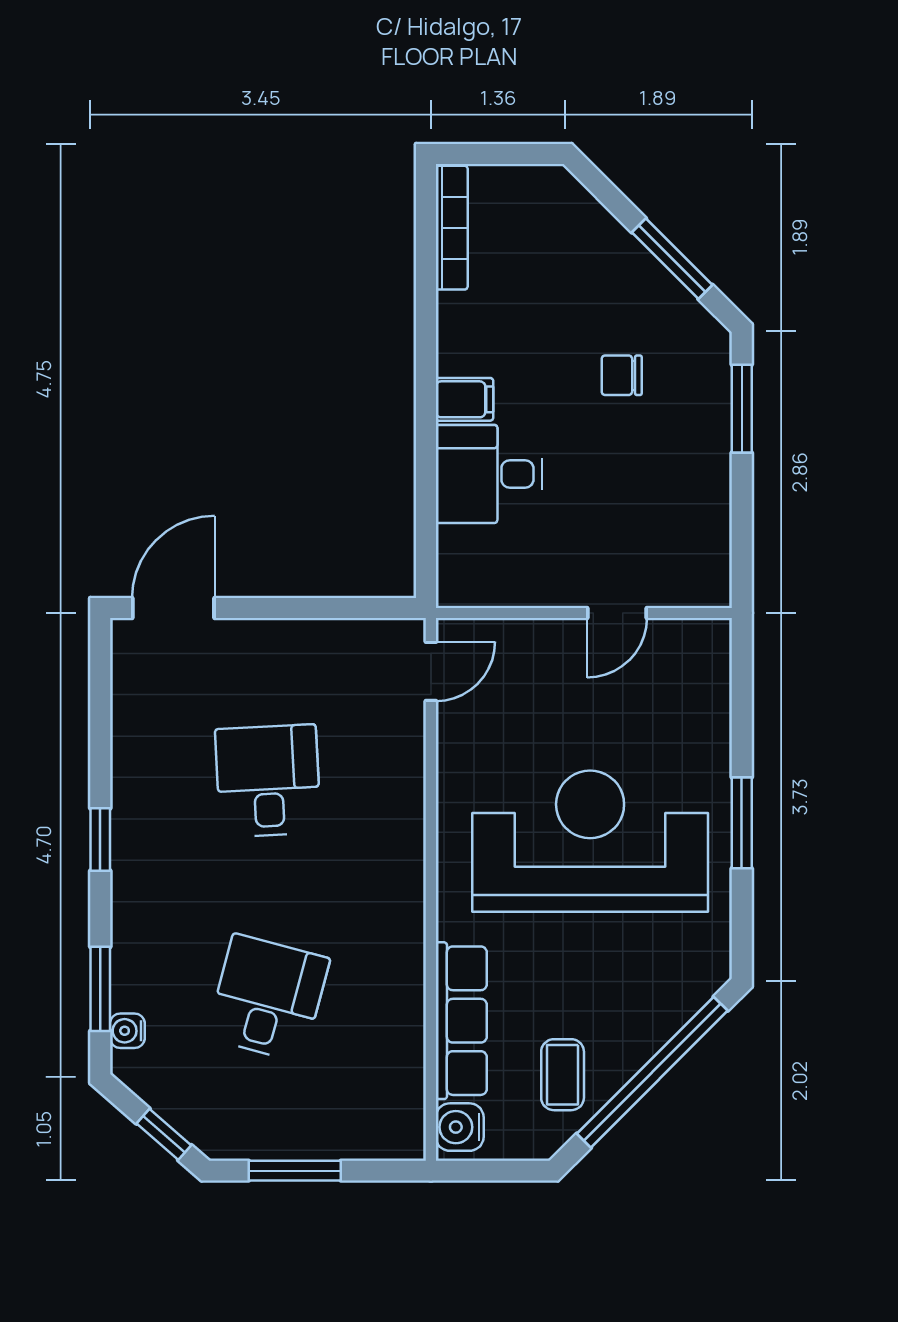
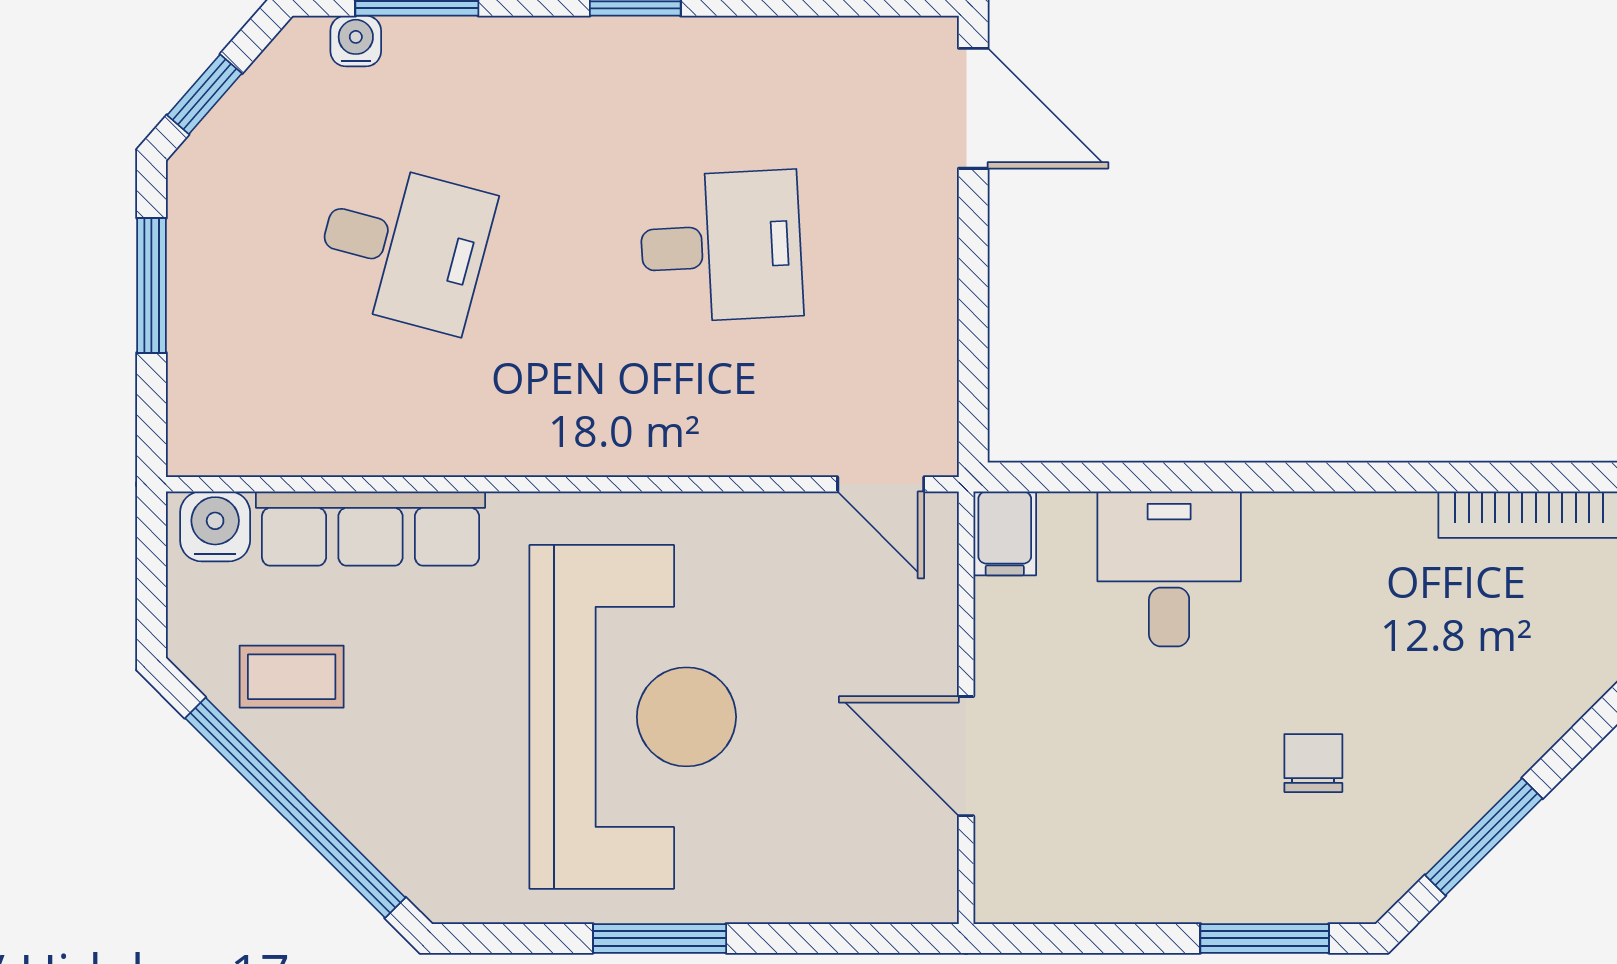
filing cabinet: (464, 399) -> (1005, 533), moved
door: (617, 613) -> (966, 756), width x1.38

